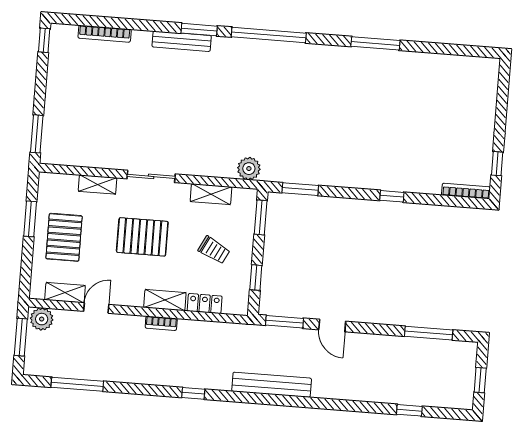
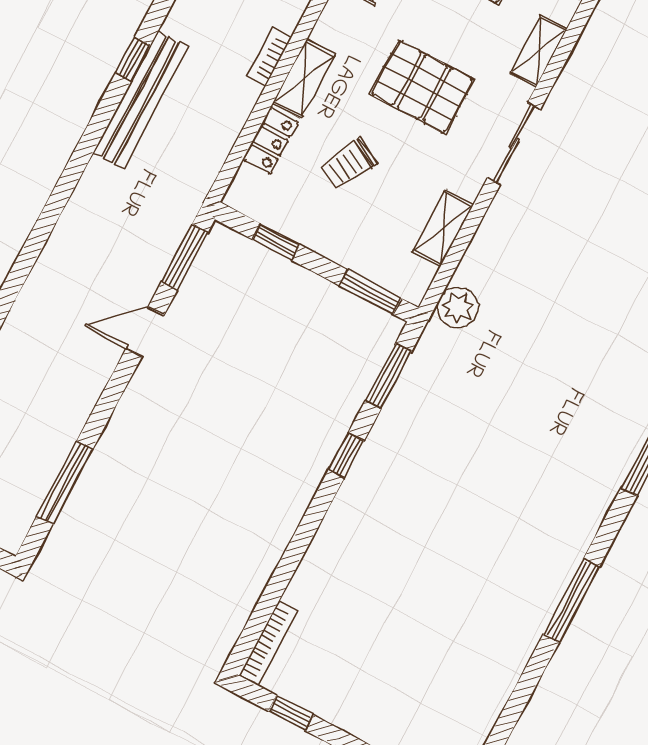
window: (392, 196) -> (346, 455), moved
pallet: (142, 237) -> (422, 87), turned 90
trolley: (214, 250) -> (349, 164), moved
bench: (272, 385) -> (141, 100), moved

